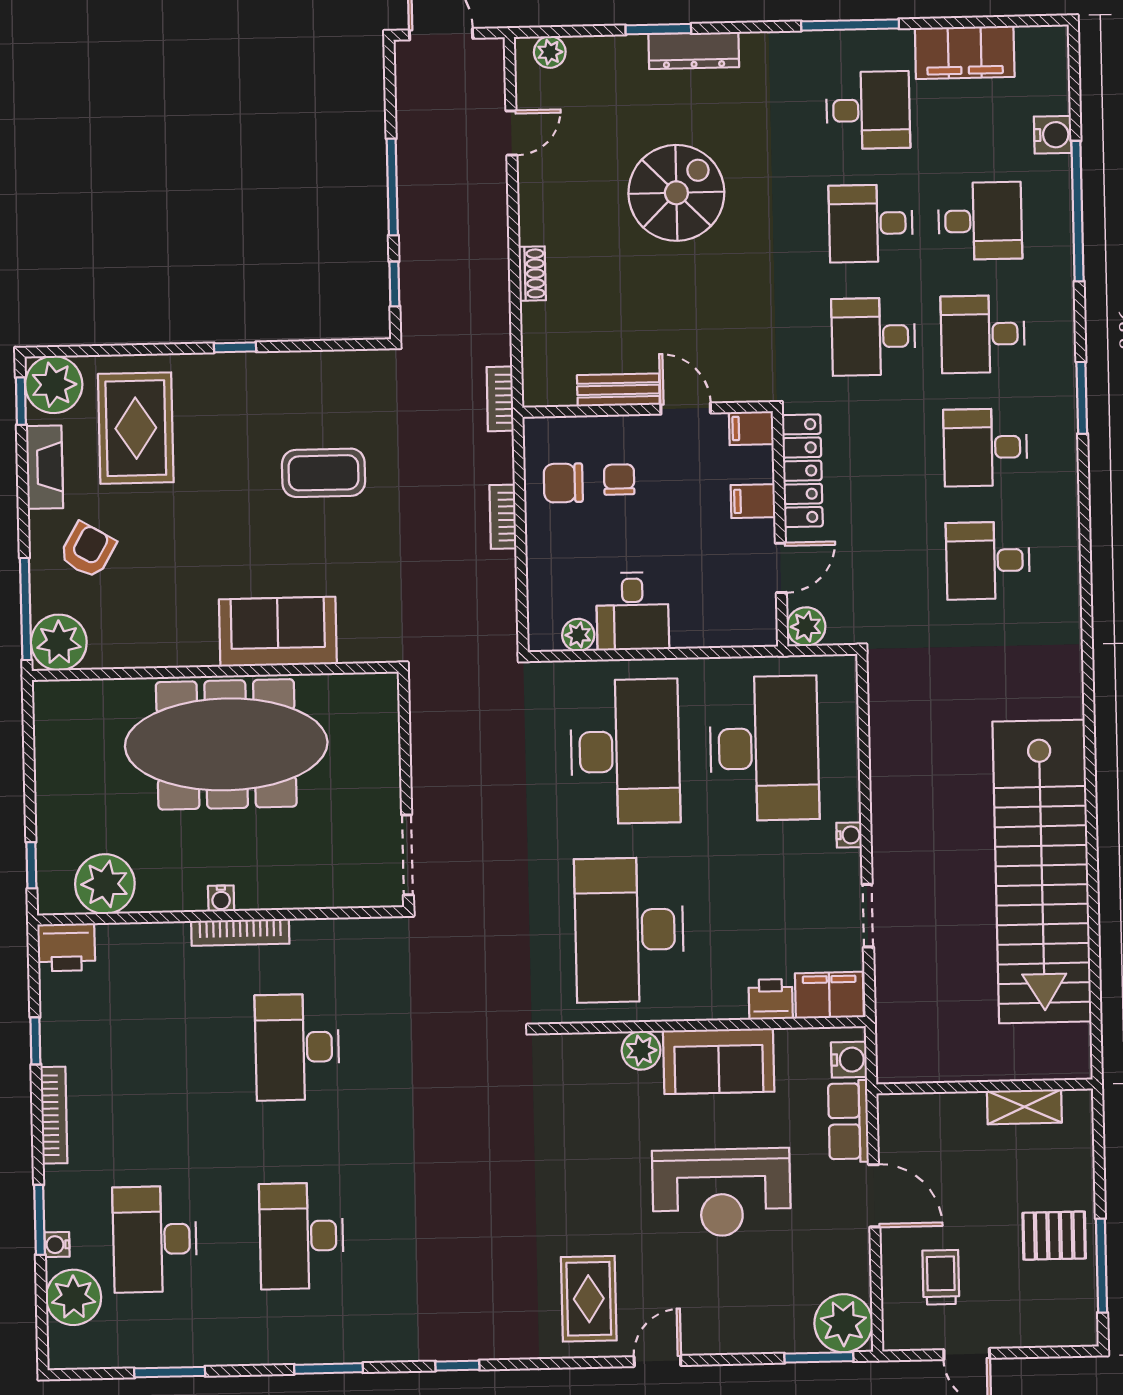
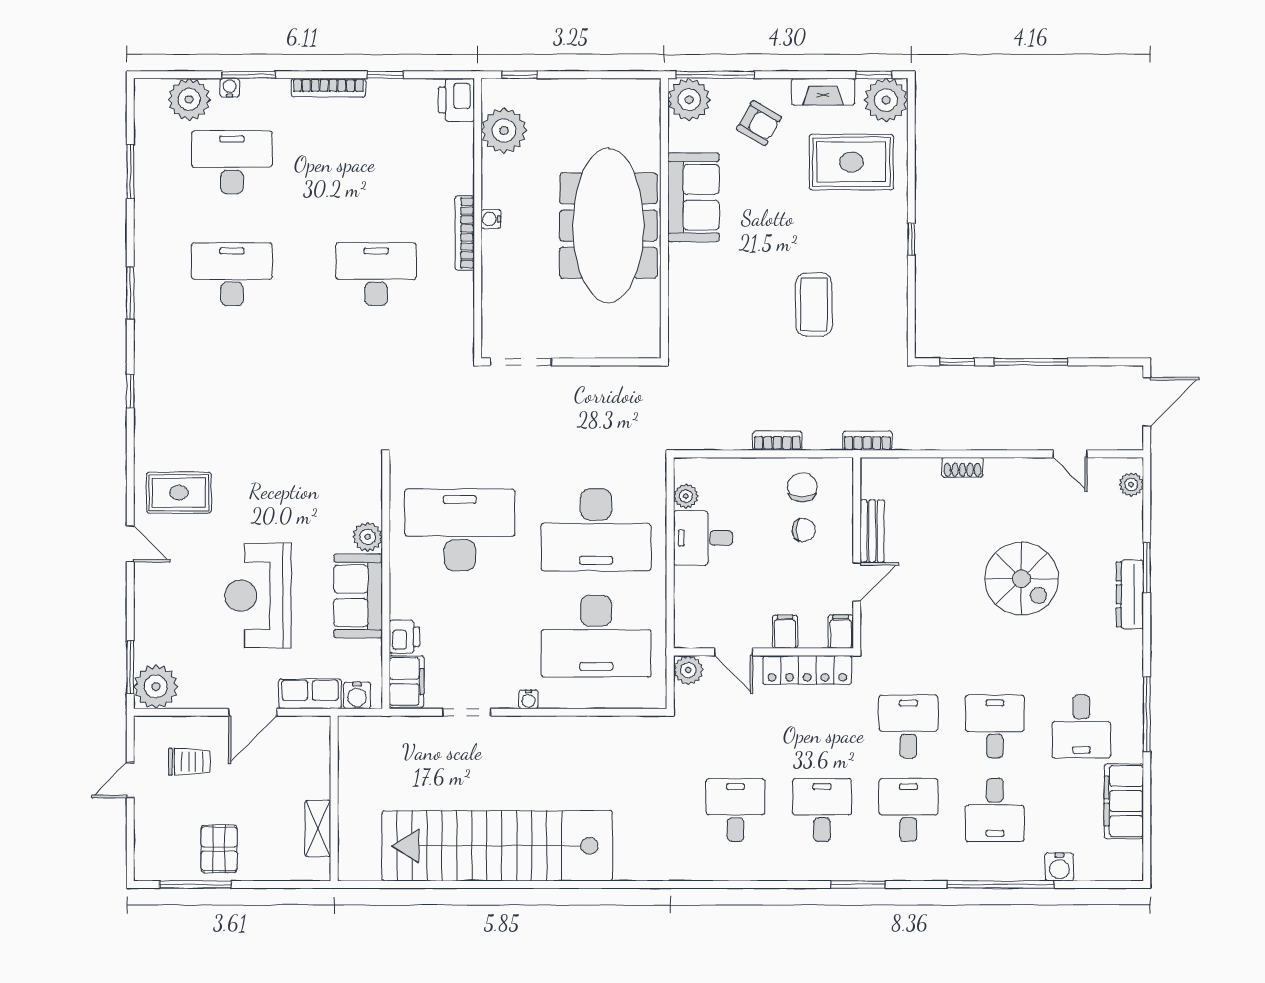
sofa: (278, 632) -> (694, 197), moved

